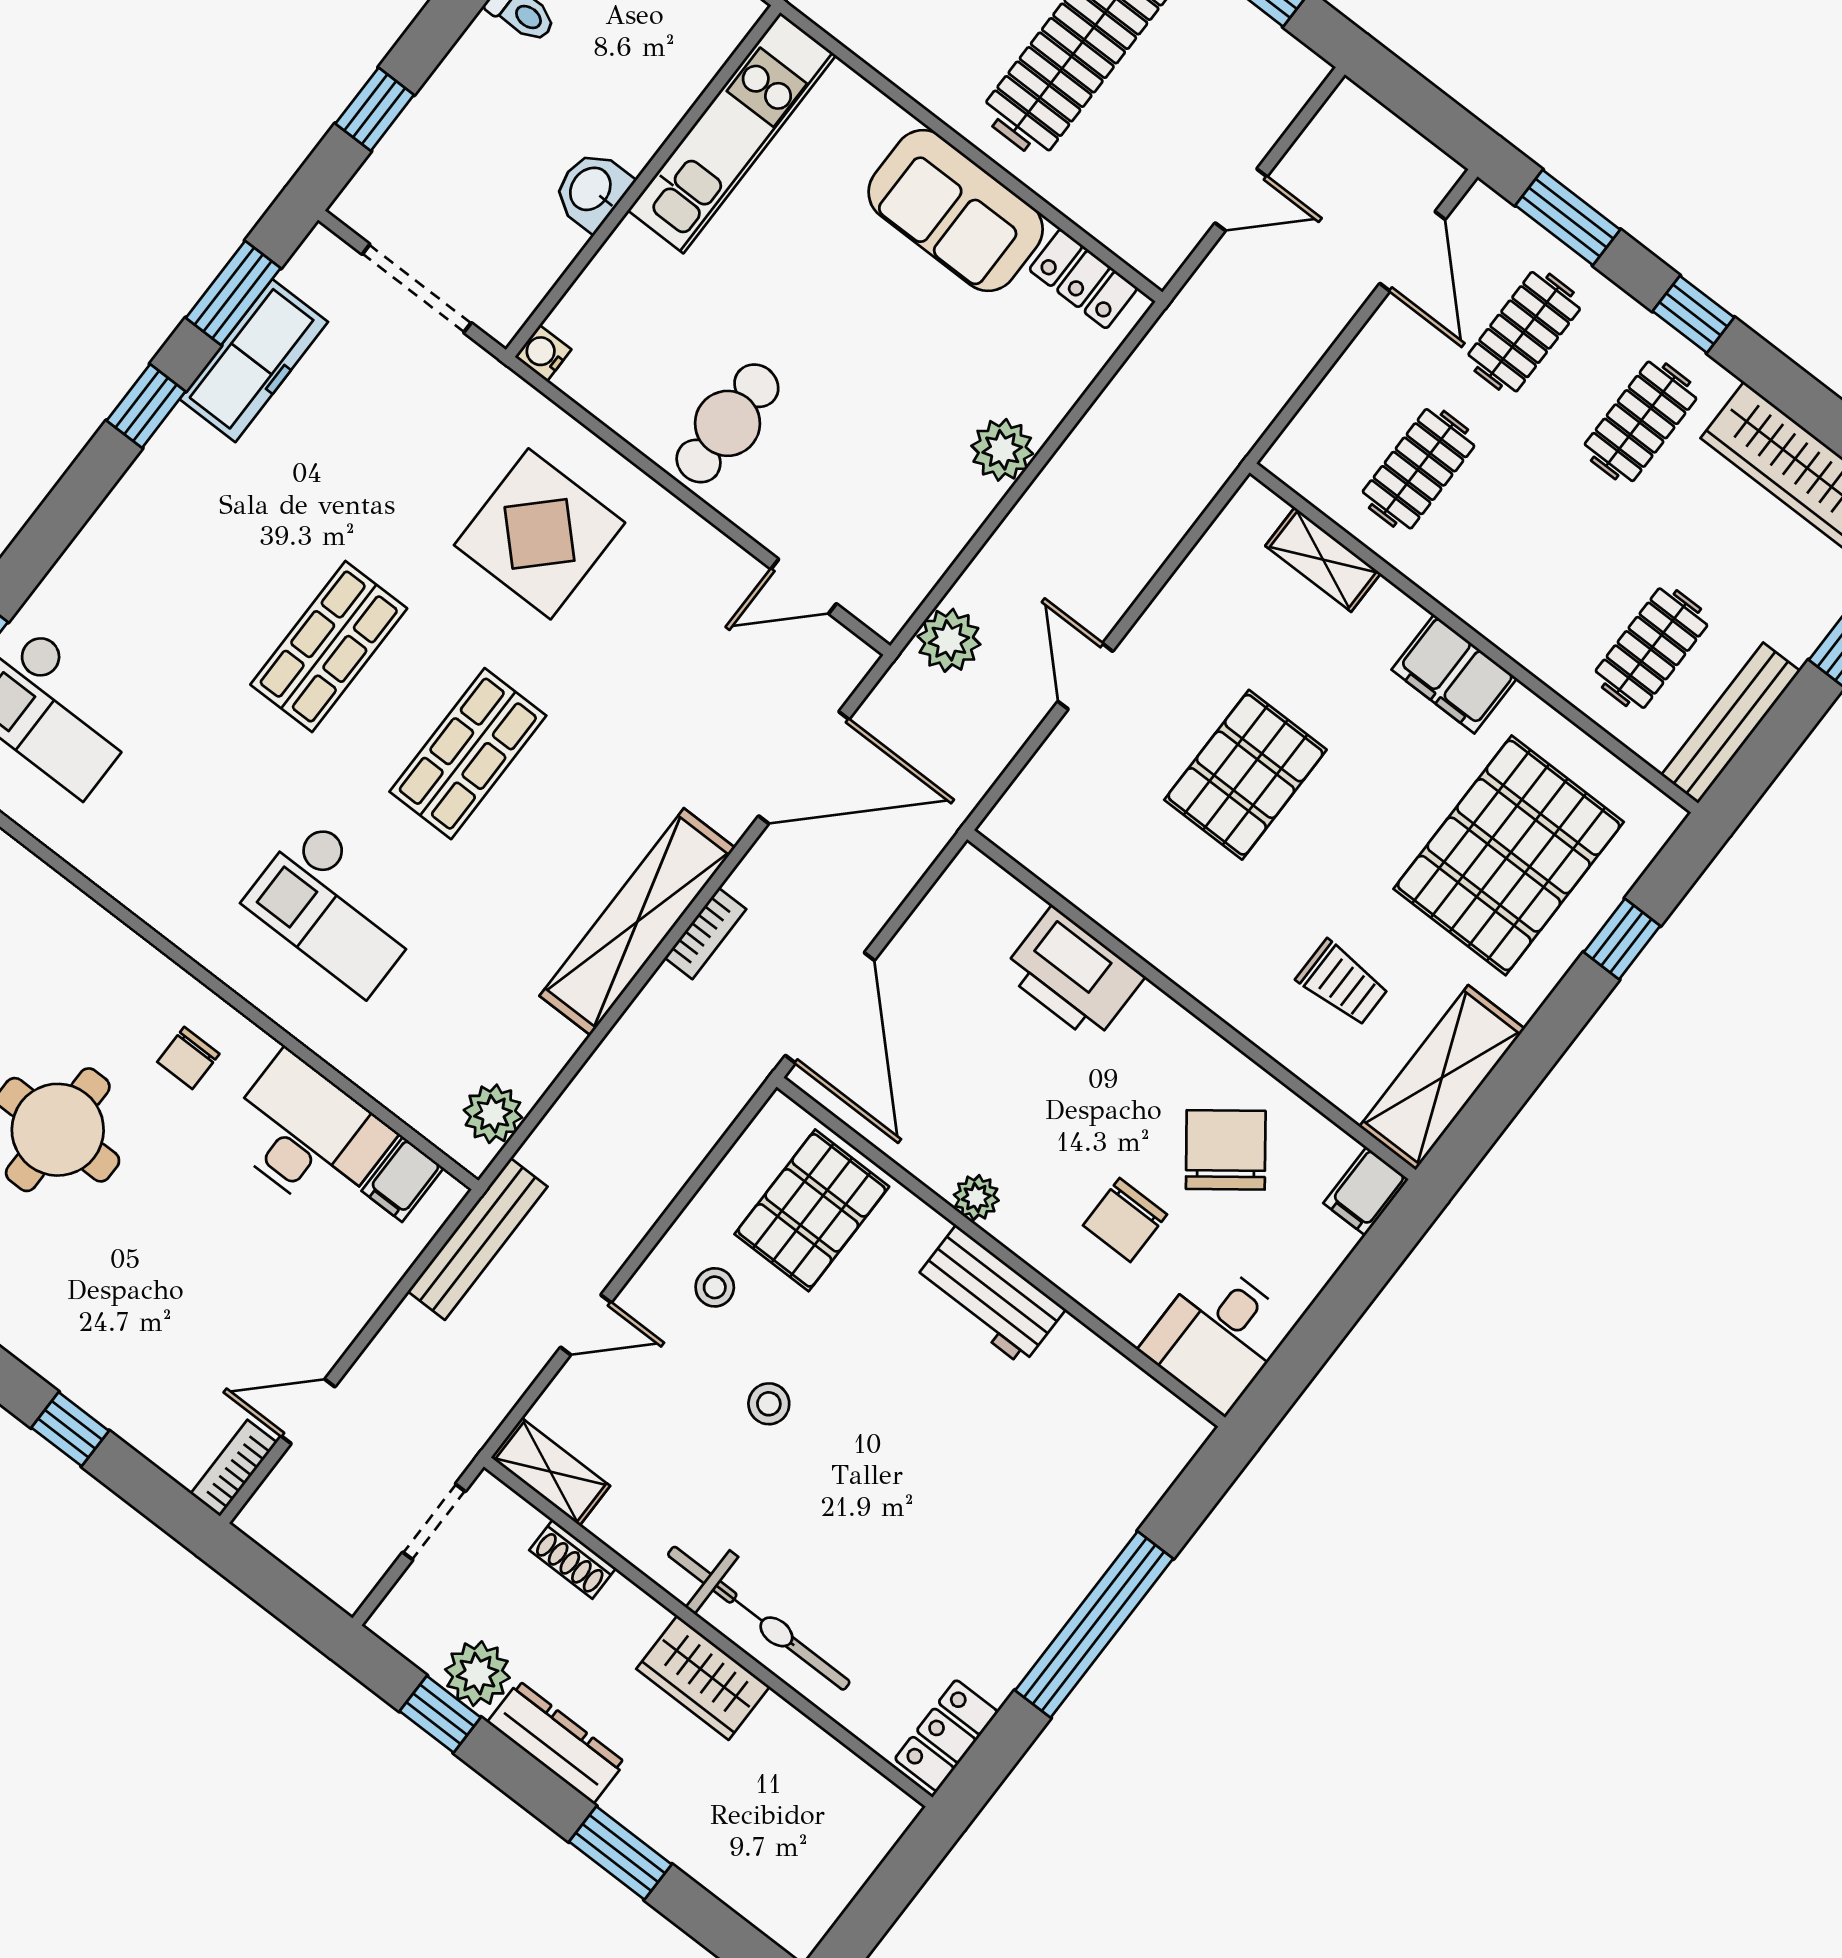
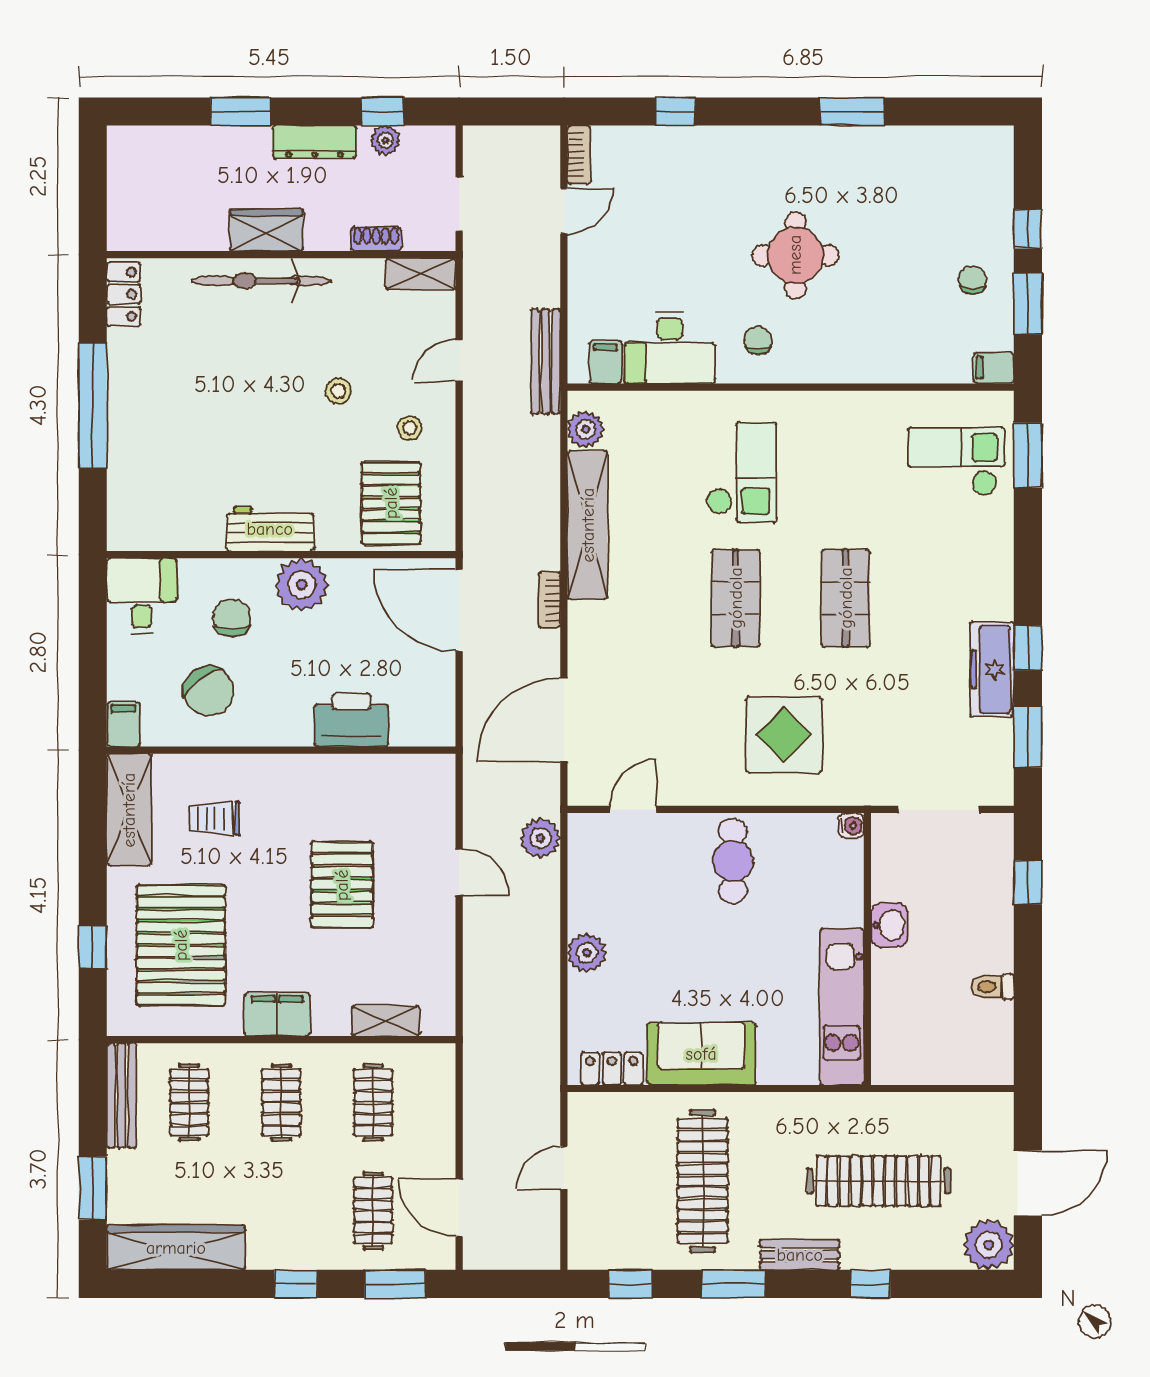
freezer: (254, 361) -> (992, 669), moved
clothes rail: (1641, 421) -> (281, 1102), moved
checkout: (337, 907) -> (742, 472), turned 90
shelving: (637, 922) -> (588, 525), moved
plant: (976, 1198) -> (302, 585), width x1.88, depth x1.88
plant: (477, 1674) -> (385, 140), width x0.73, depth x0.73

